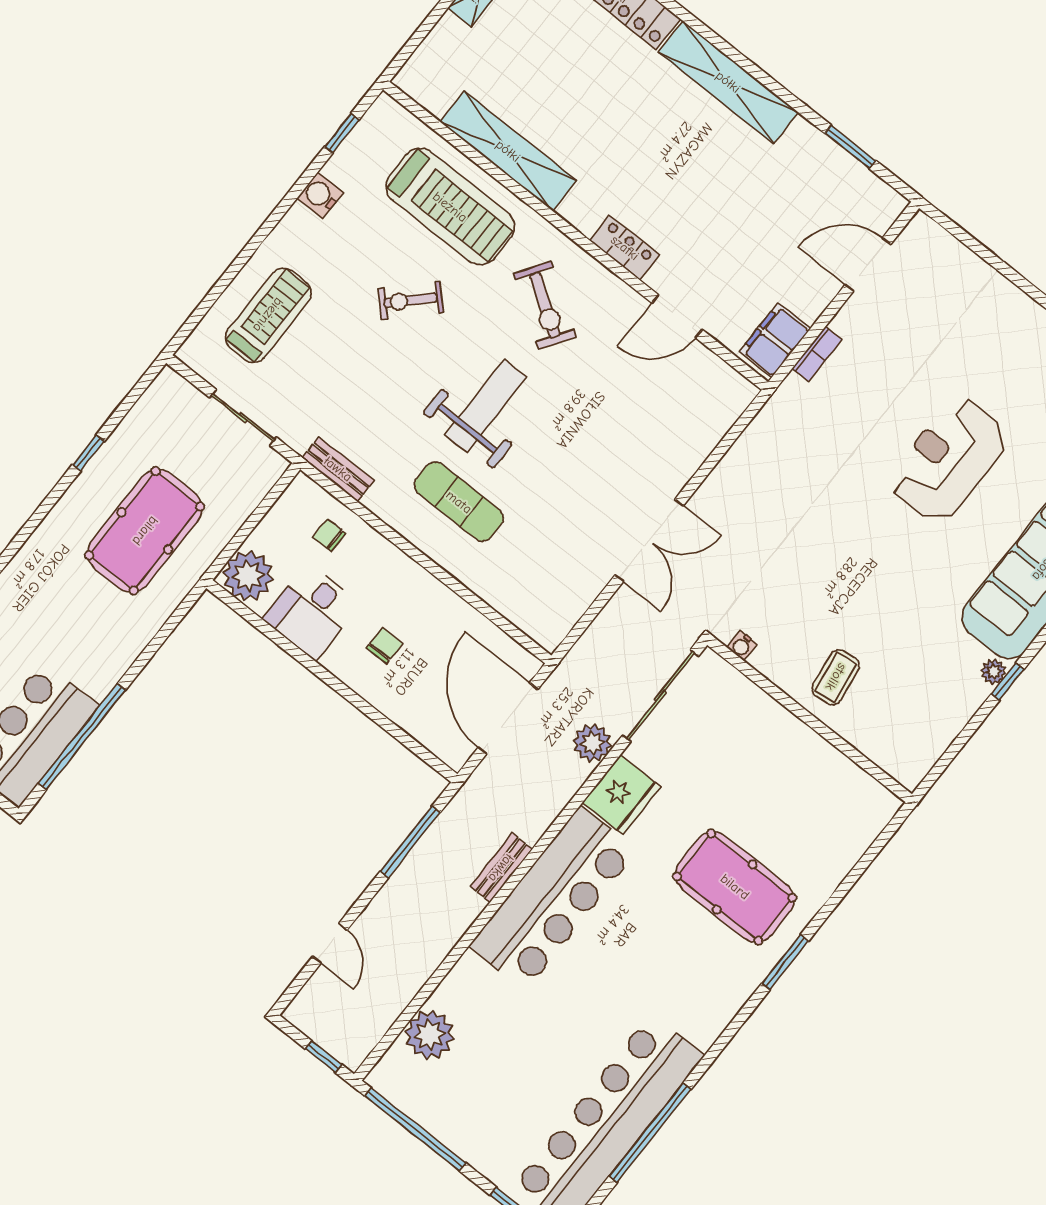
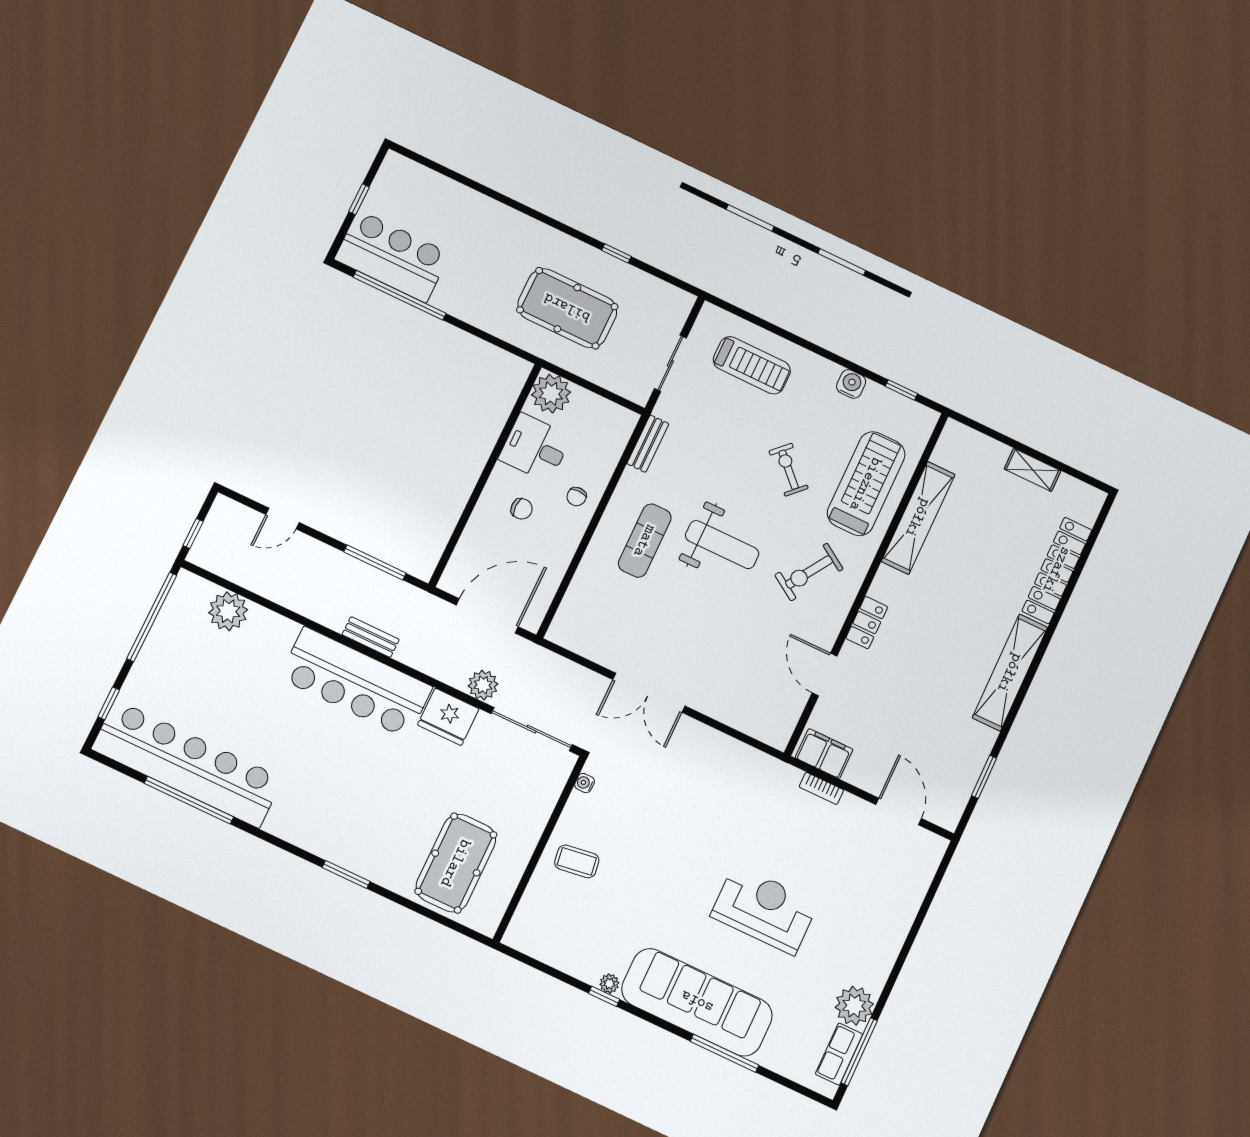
treadmill: (450, 207) -> (866, 484), turned 180
chair: (329, 535) -> (577, 497), moved, turned 180
pool table: (735, 887) -> (456, 863), moved

